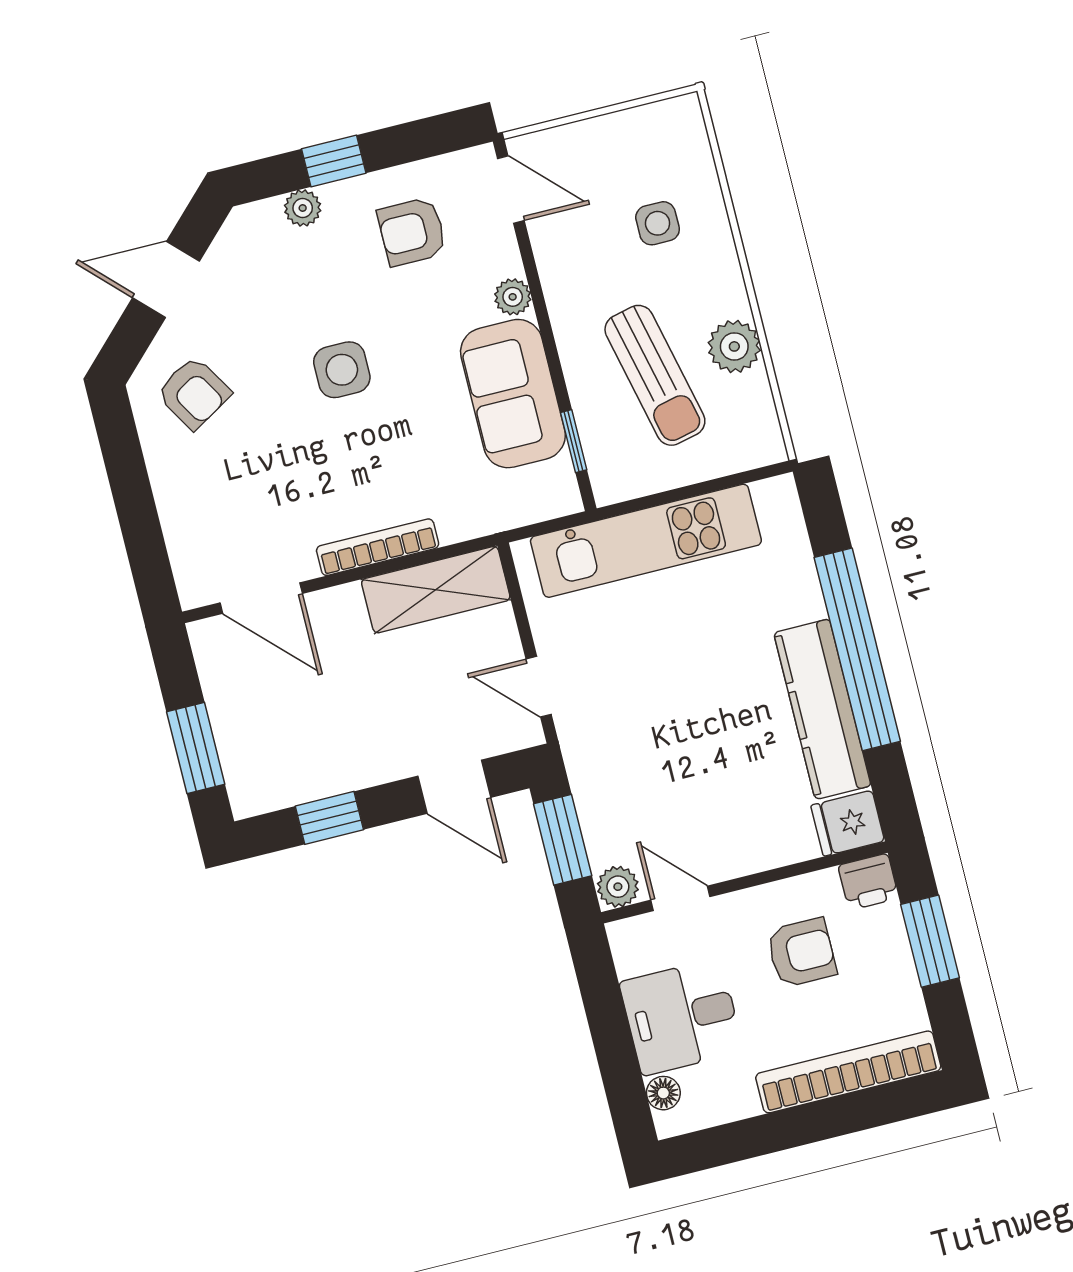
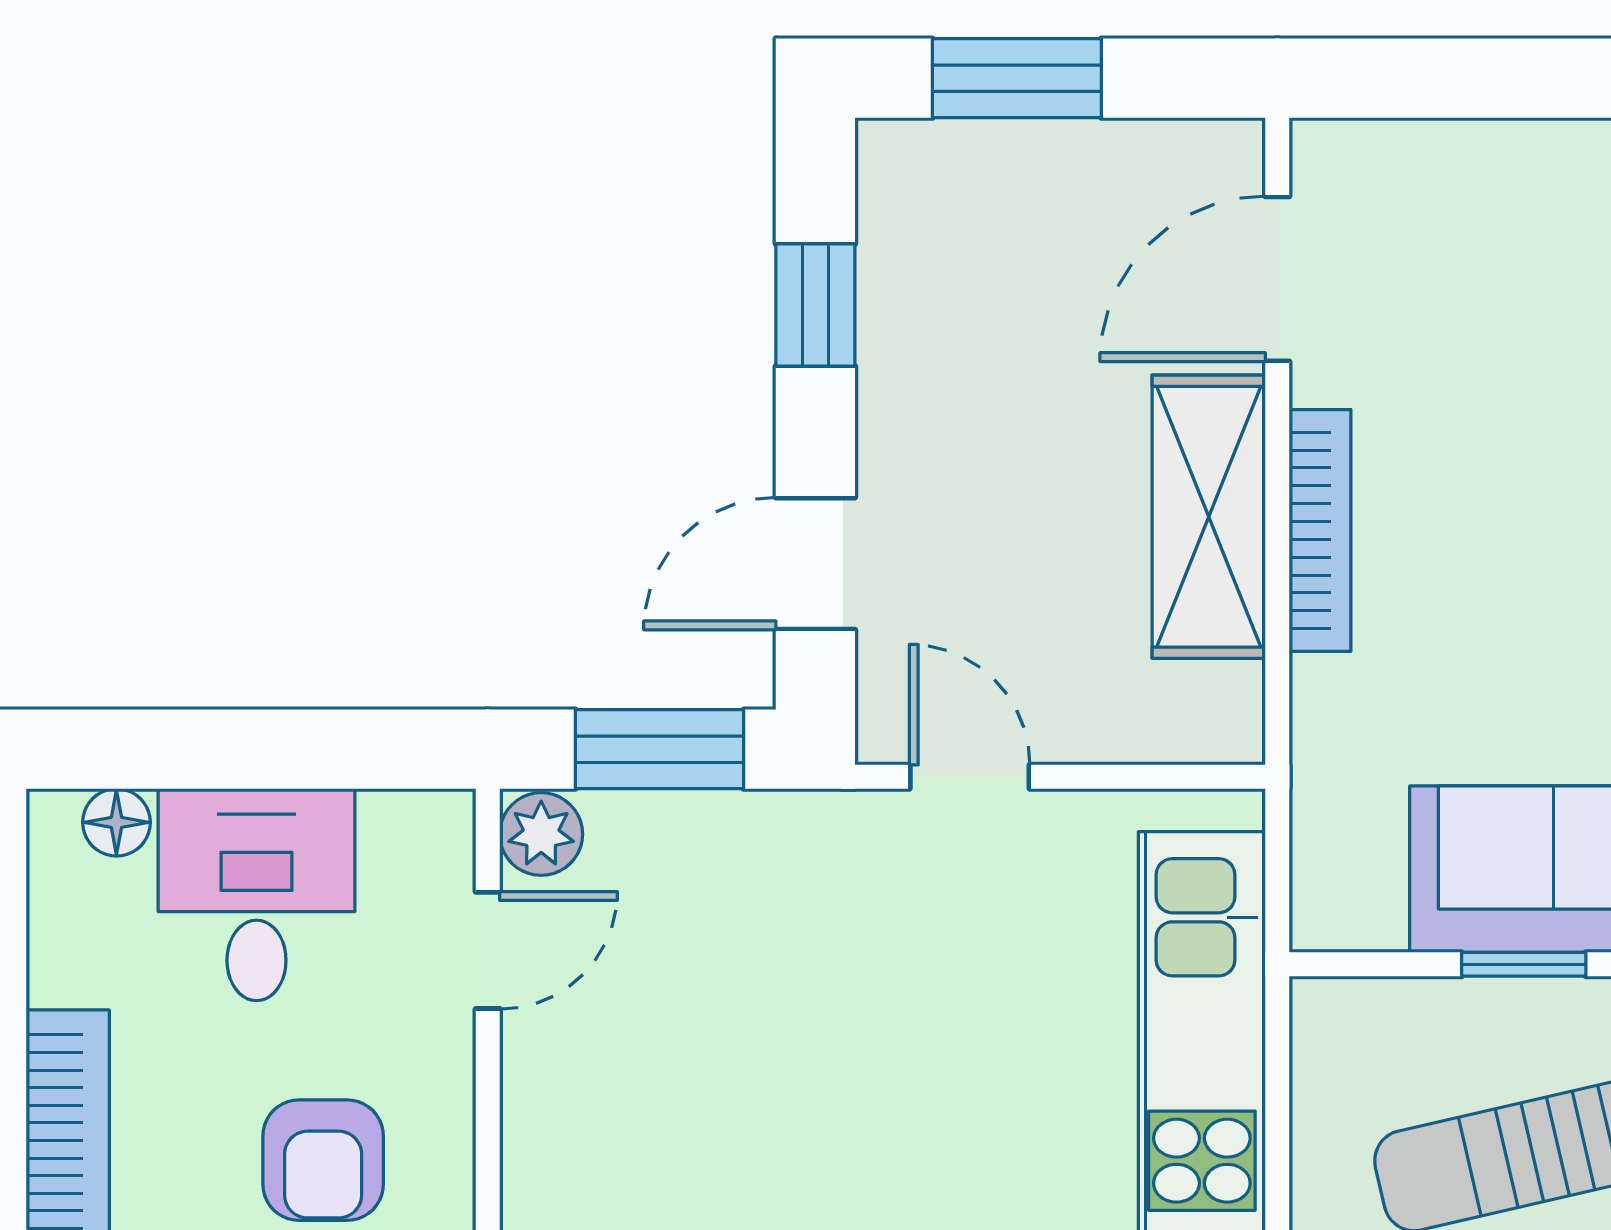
window: (574, 441) -> (1524, 964), moved
shelving: (436, 590) -> (1209, 517), moved
door: (539, 687) -> (970, 777), hinge flipped

